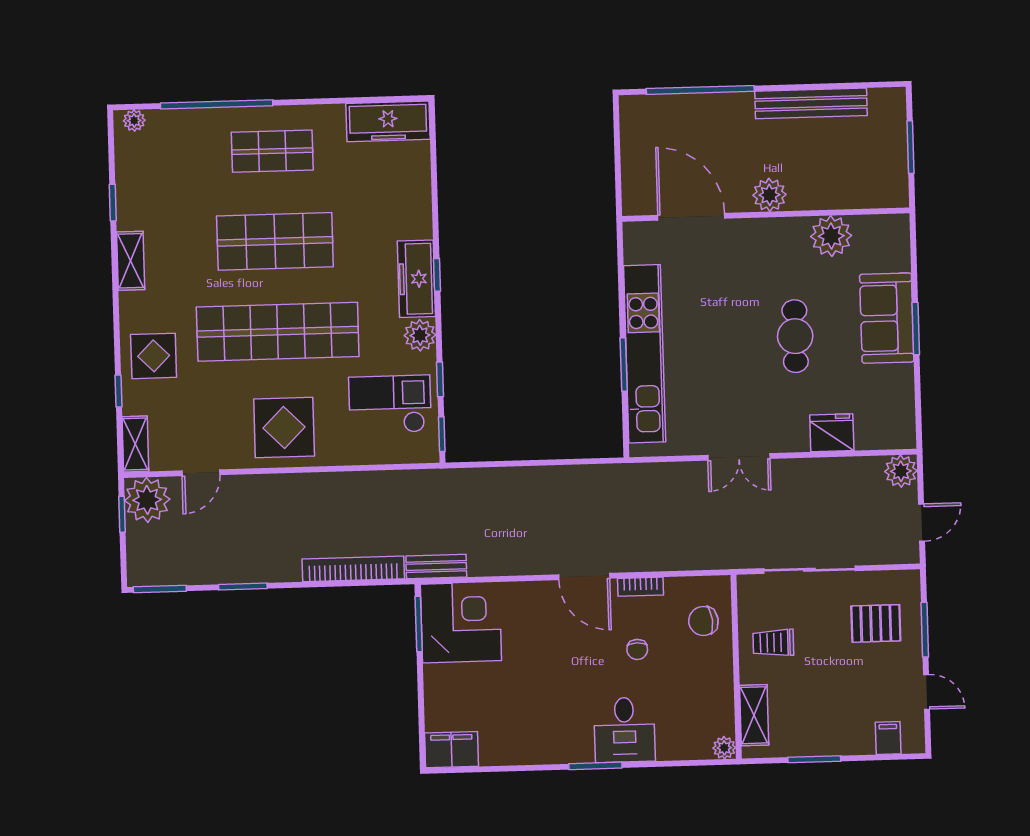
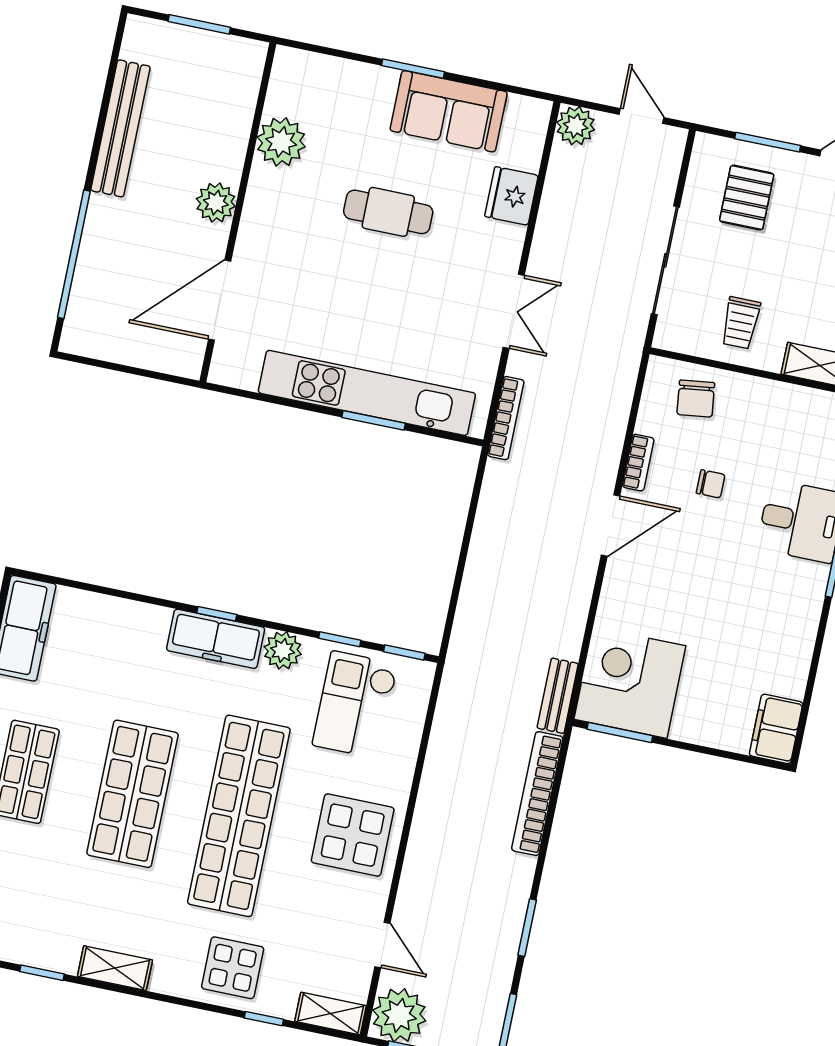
sofa: (887, 318) -> (449, 111), moved
bookcase: (651, 471) -> (506, 418), added

